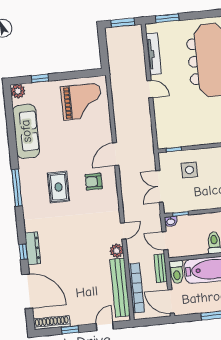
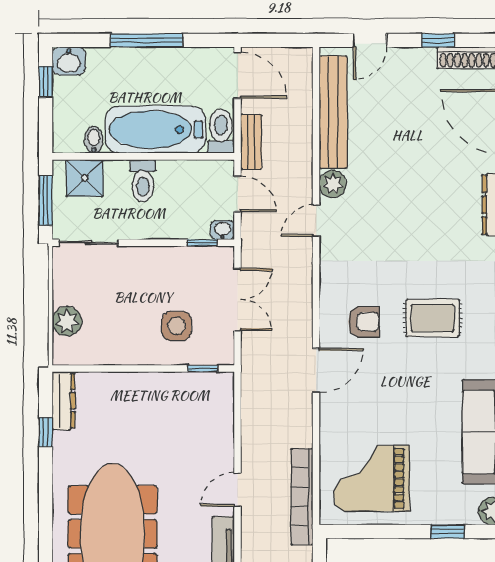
door: (150, 89) -> (237, 490), hinge flipped
rug: (59, 187) -> (433, 318), turned 90
bookcase: (136, 288) -> (302, 497), moved

